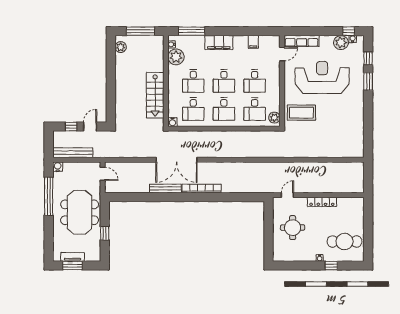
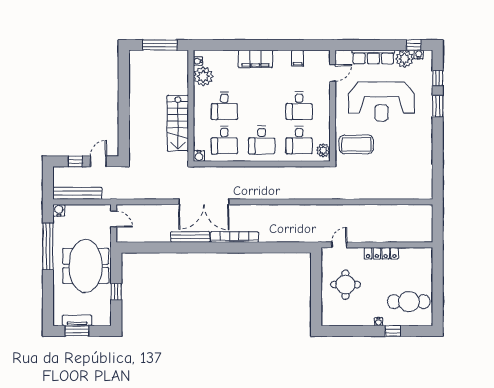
window: (192, 31) -> (222, 45), removed
row of seats: (302, 41) -> (373, 57), moved
plant: (121, 47) -> (136, 64), removed
reception desk: (322, 77) -> (381, 101), turned 180
desk: (224, 81) -> (262, 106), removed

